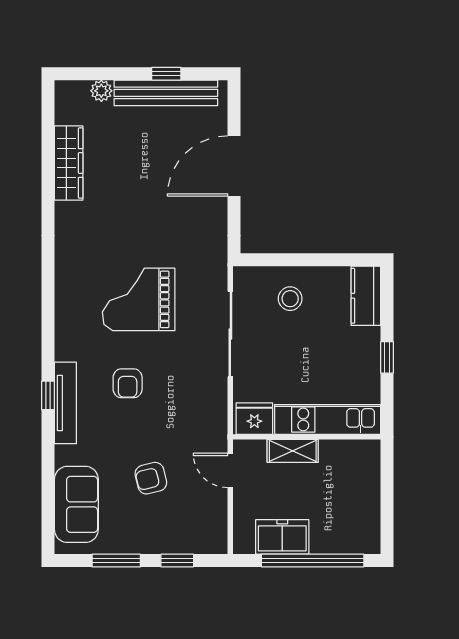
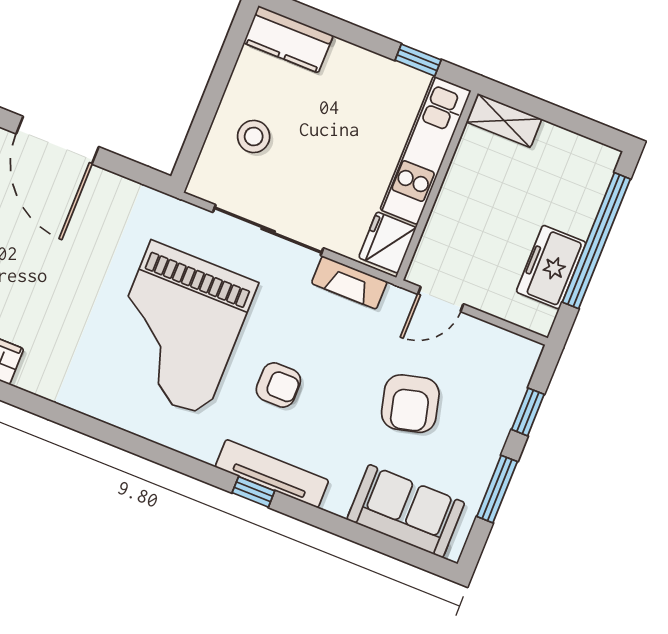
grand piano: (139, 299) -> (178, 329), width x1.37, depth x1.48
window: (387, 357) -> (418, 60), moved
fireplace: (217, 404) -> (349, 283), added
shelving: (293, 451) -> (504, 121), moved, turned 90
armchair: (151, 478) -> (410, 404), width x1.38, depth x1.38

